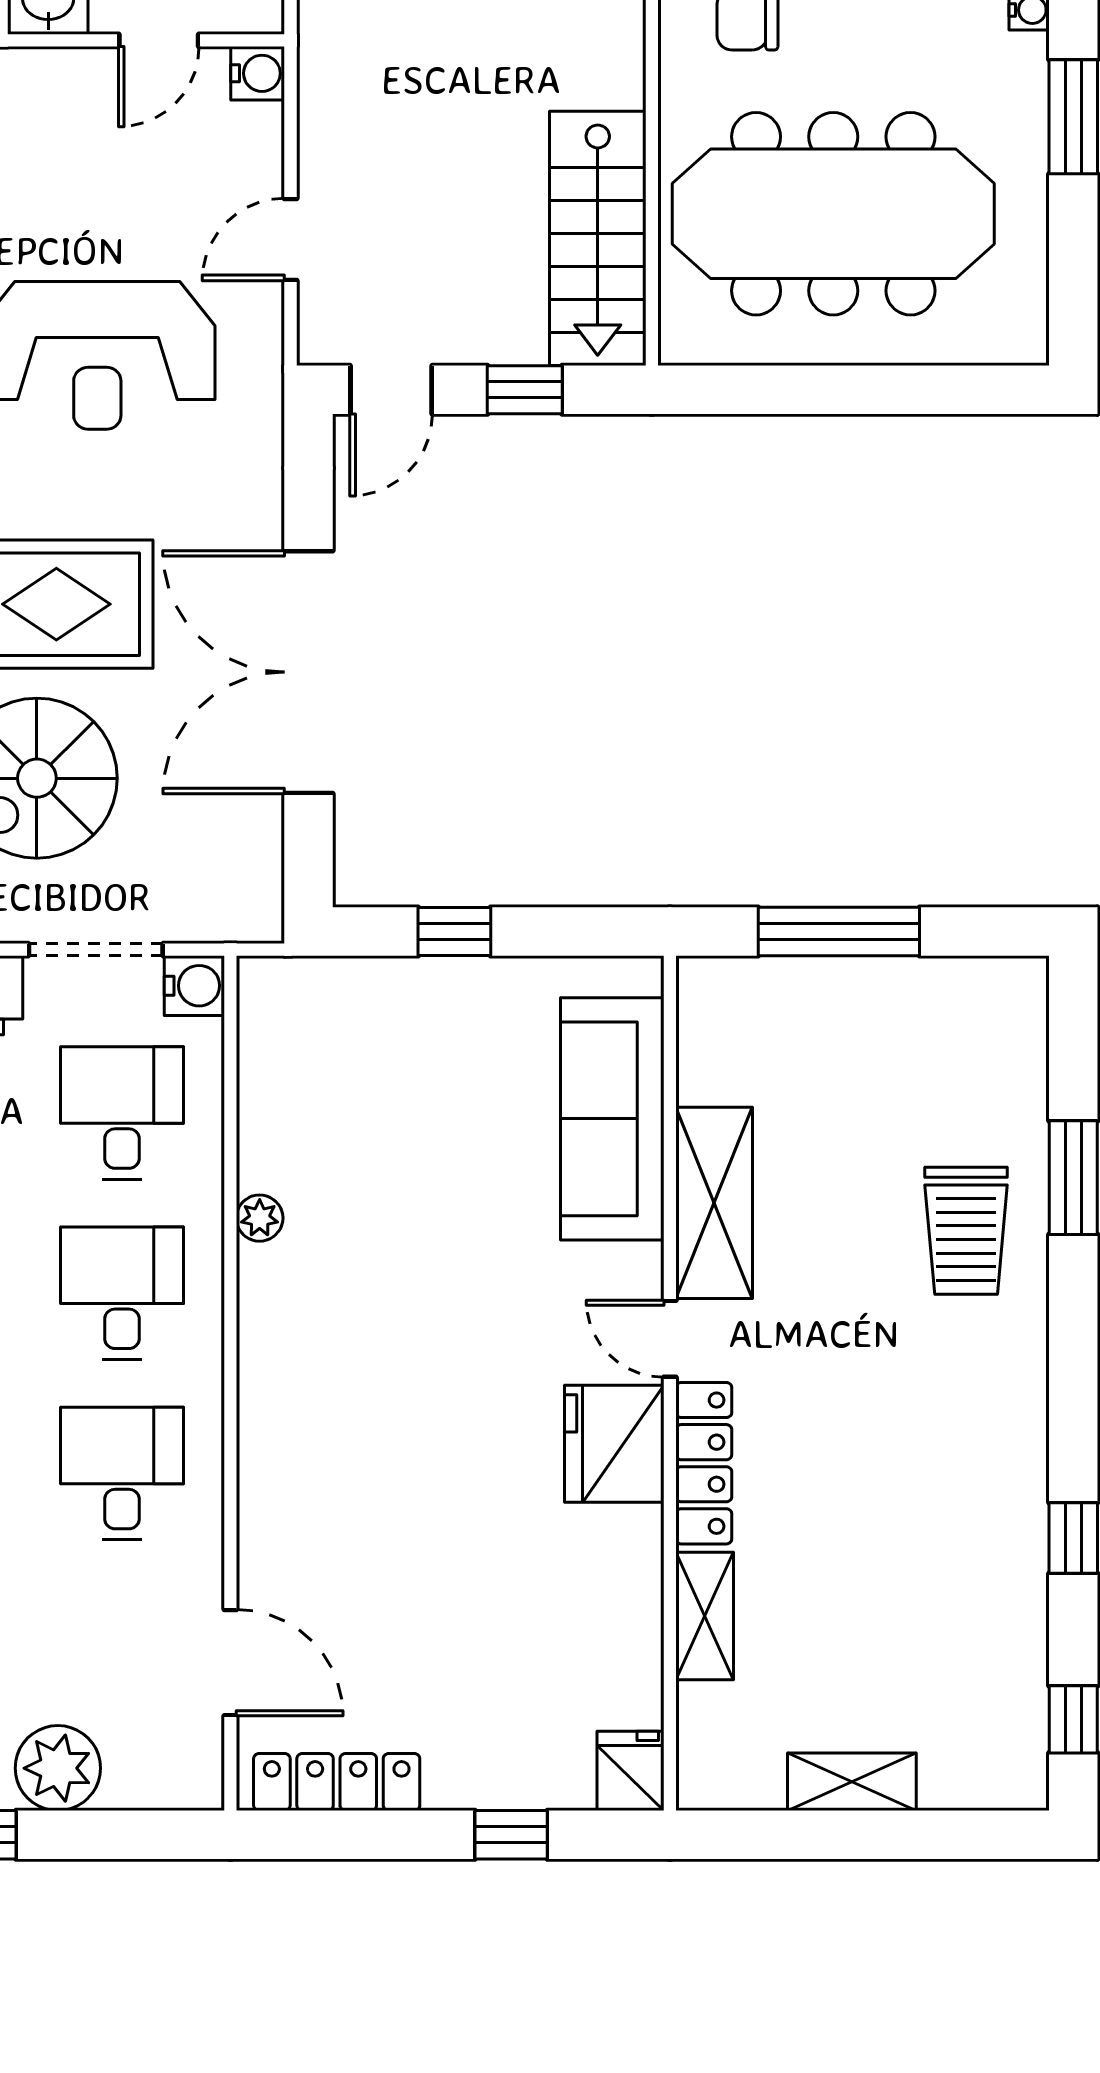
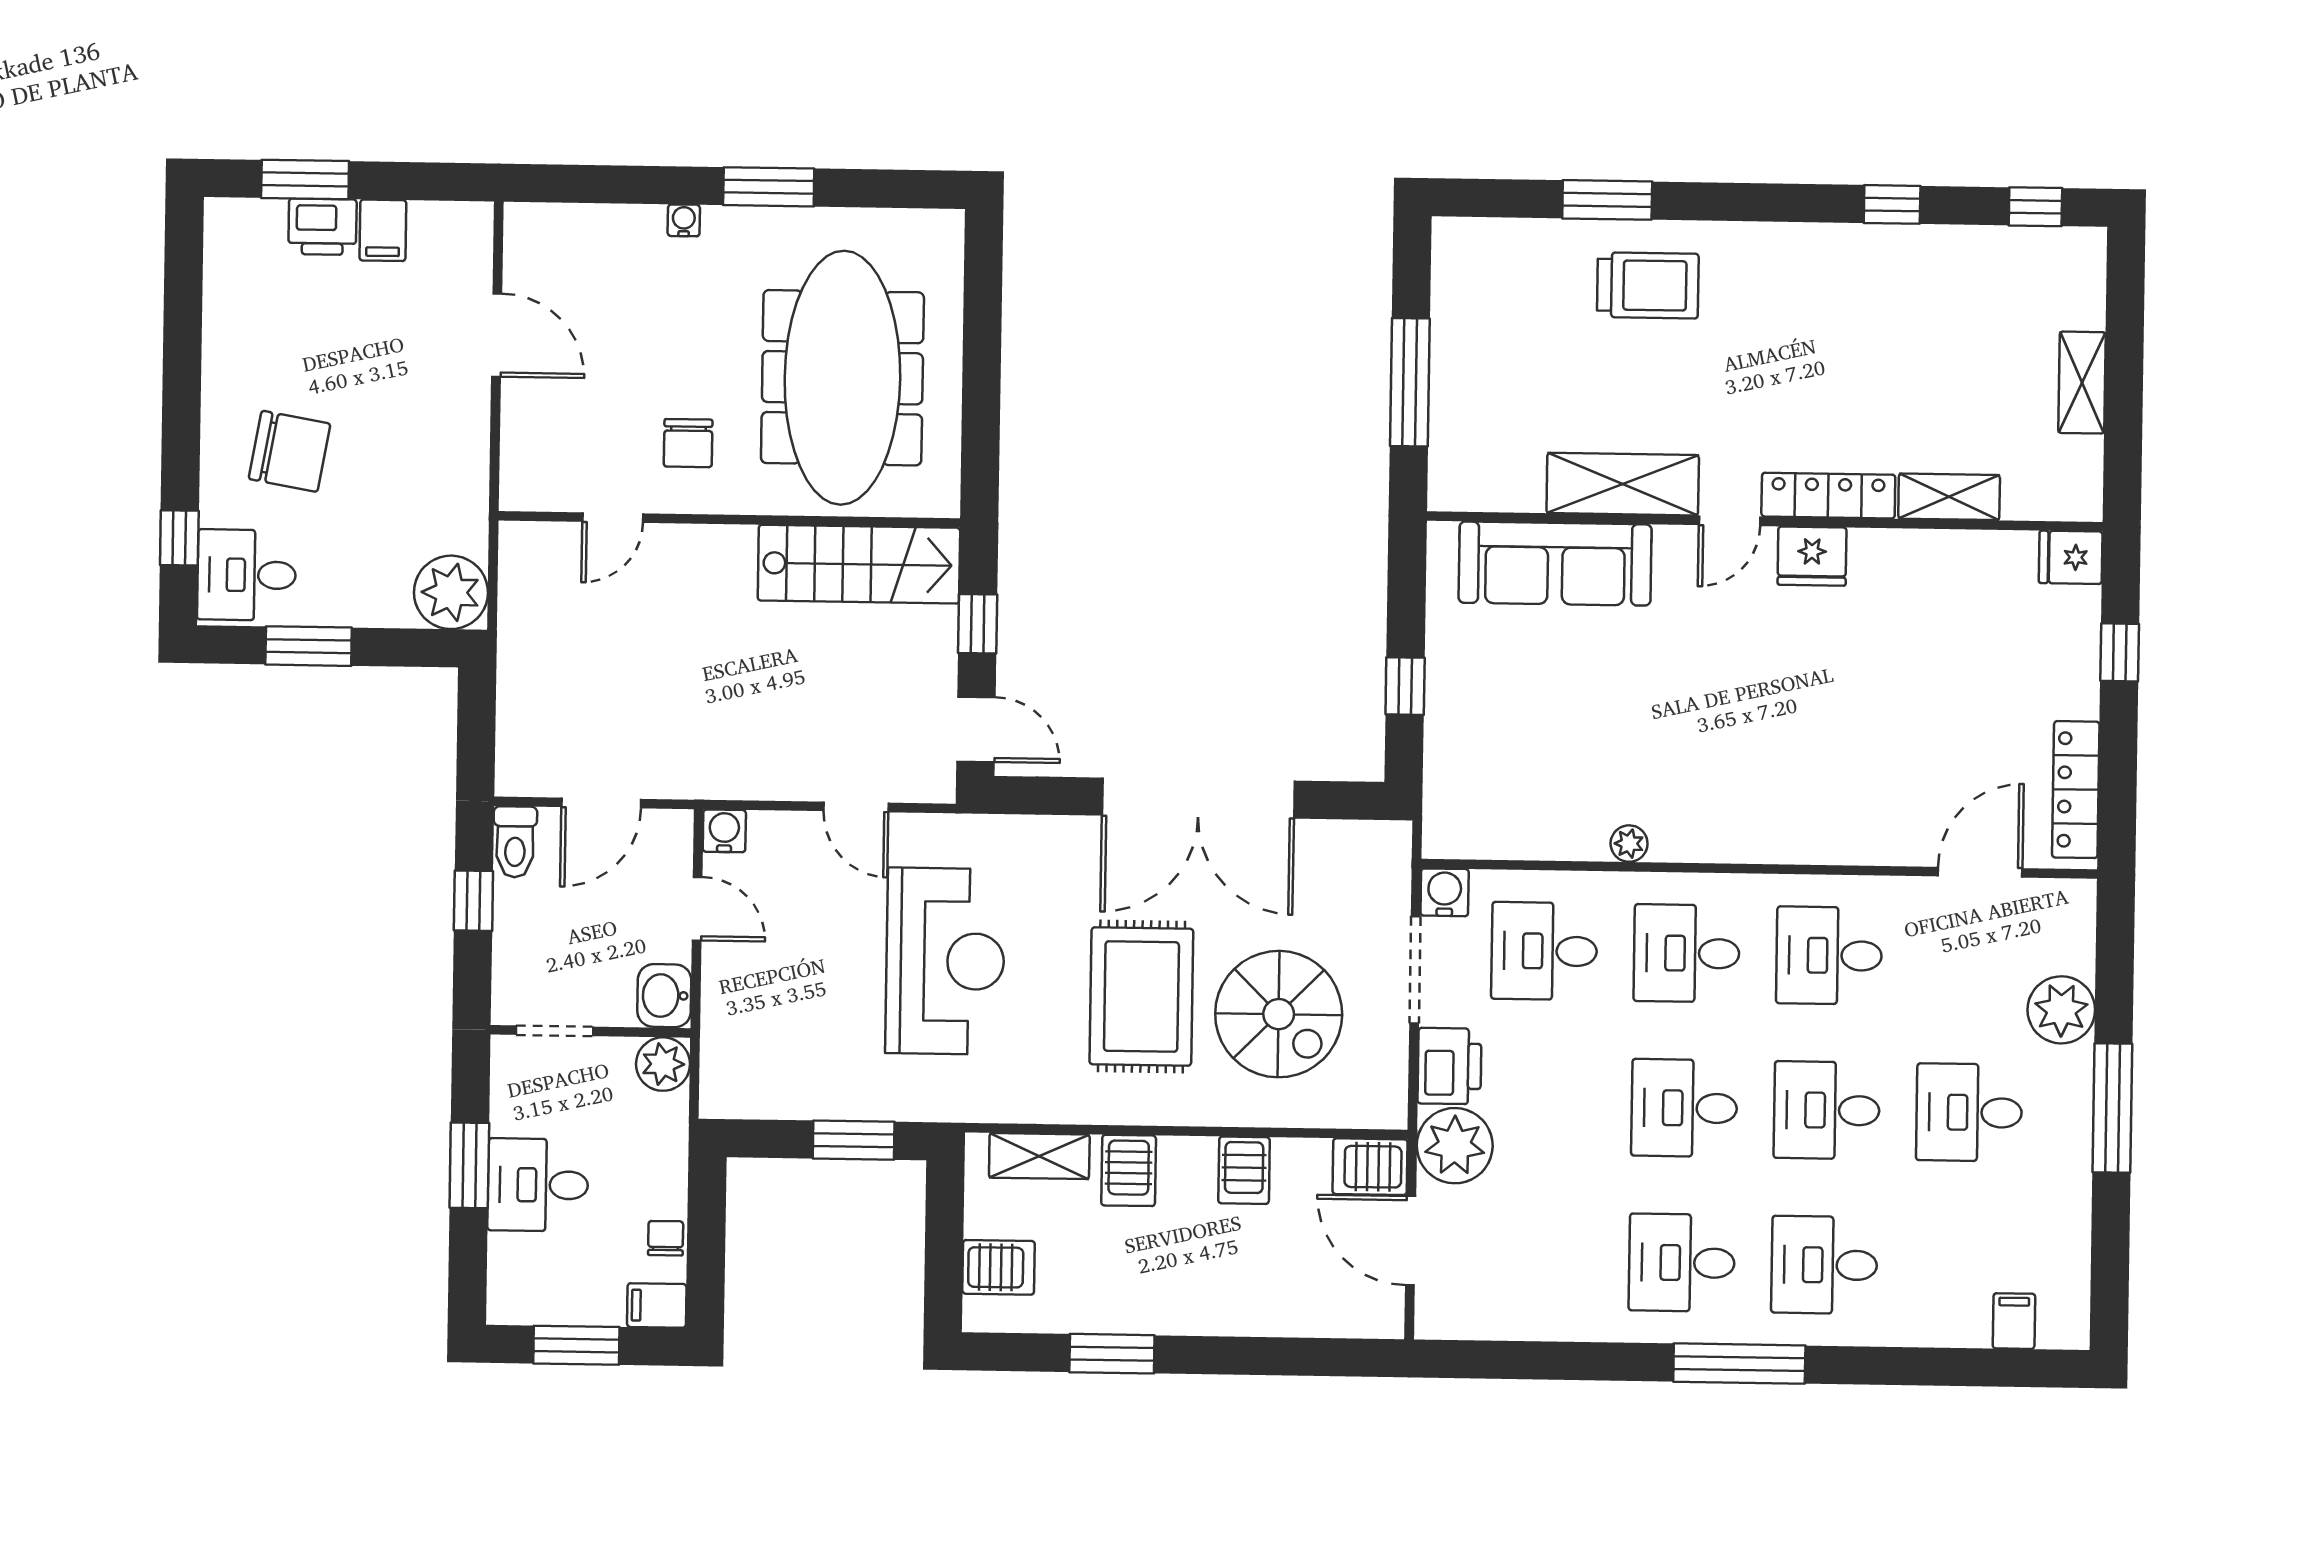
fridge: (614, 1444) -> (1812, 556), width x0.73, depth x0.75

